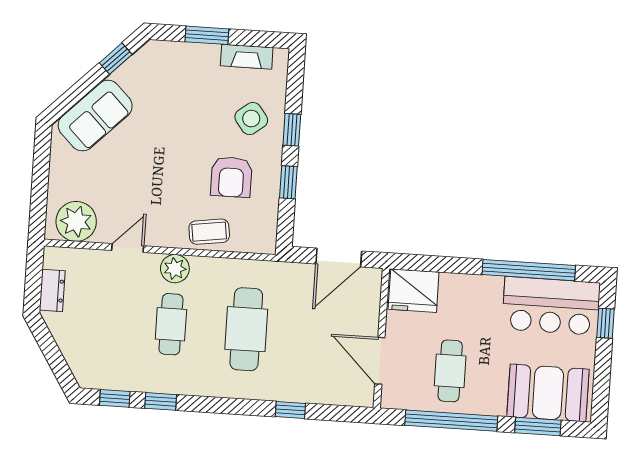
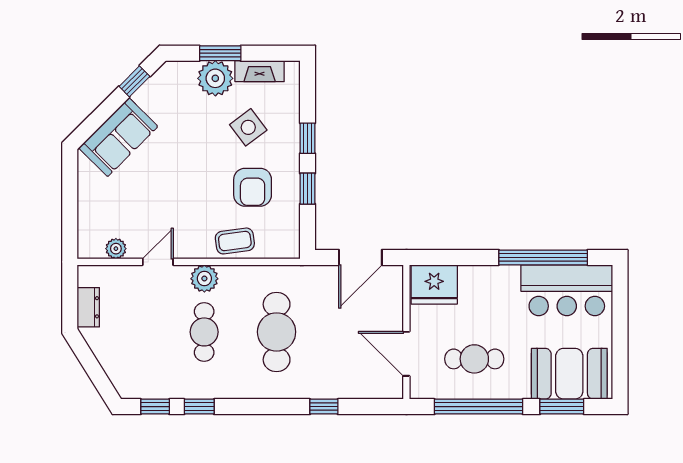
plant: (200, 61) -> (215, 78), added
side table: (251, 119) -> (248, 127), moved
plant: (76, 221) -> (116, 249), width x0.53, depth x0.53
window: (605, 323) -> (620, 303), removed
cafe table: (450, 371) -> (474, 359), turned 90

